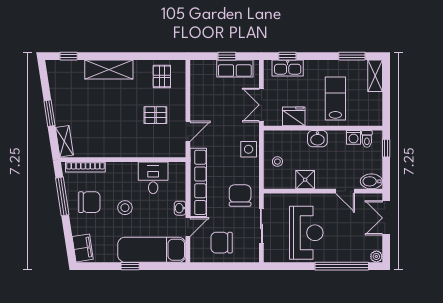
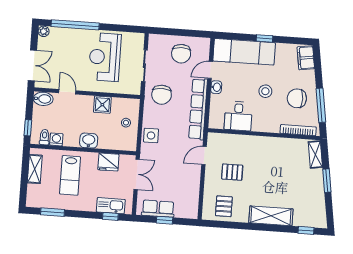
shelving: (375, 76) -> (35, 169), moved
chair: (222, 243) -> (181, 54), turned 90

